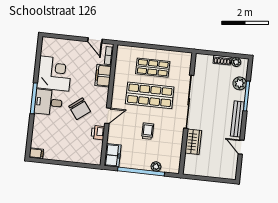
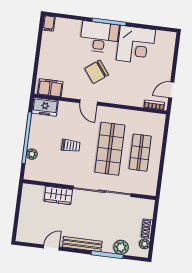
filing cabinet: (103, 76) -> (50, 88), moved
desk: (48, 102) -> (99, 37), width x1.37
printer: (98, 133) -> (70, 91), removed

